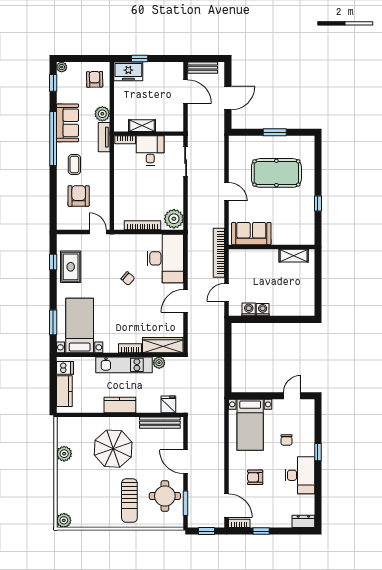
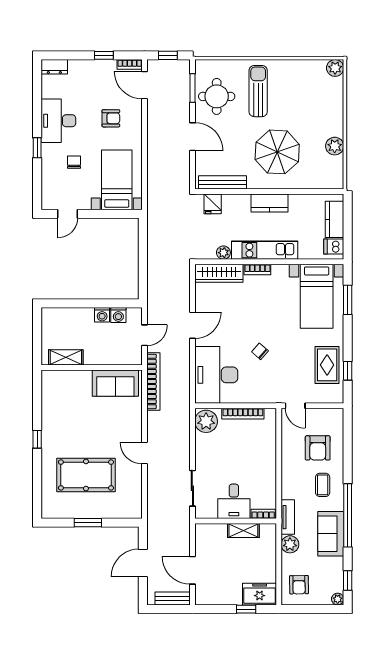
sofa: (251, 234) -> (115, 383), moved
wall: (272, 247) -> (92, 367), moved
shelving: (294, 256) -> (66, 357), moved

